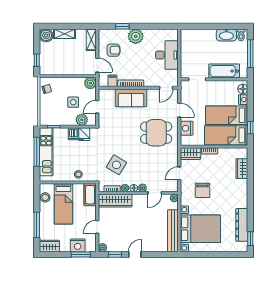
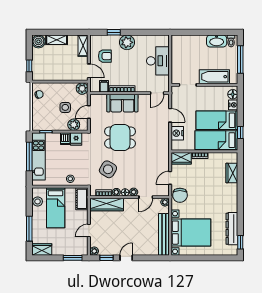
dining table: (156, 133) -> (120, 137), moved
chair: (203, 190) -> (180, 195), moved
nightstand: (78, 245) -> (70, 249), removed

